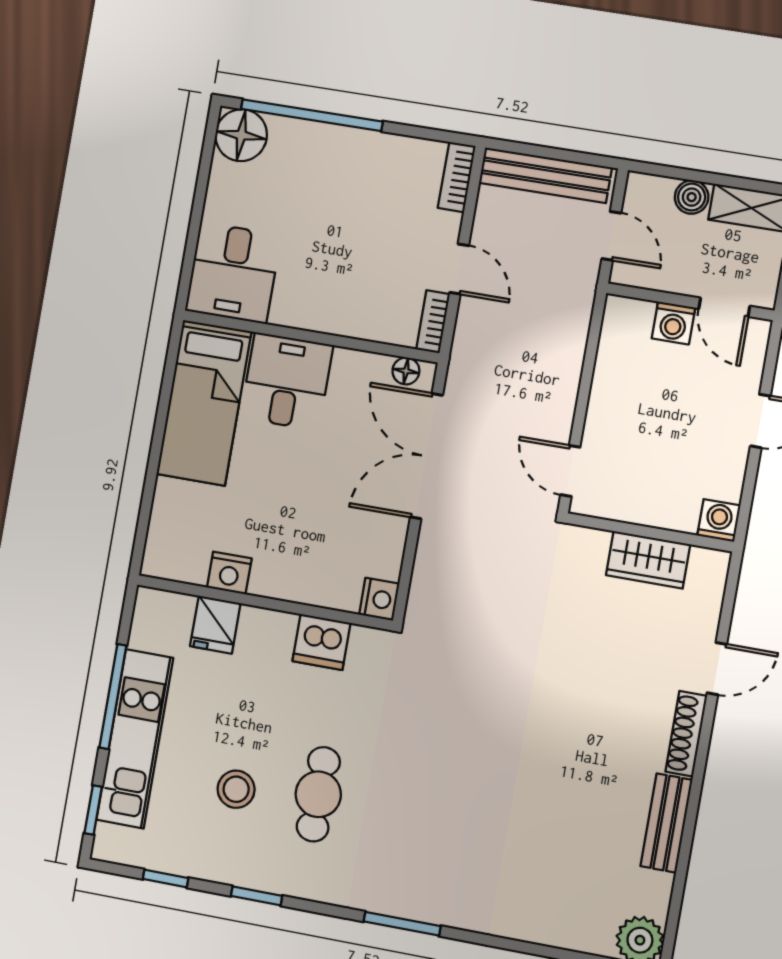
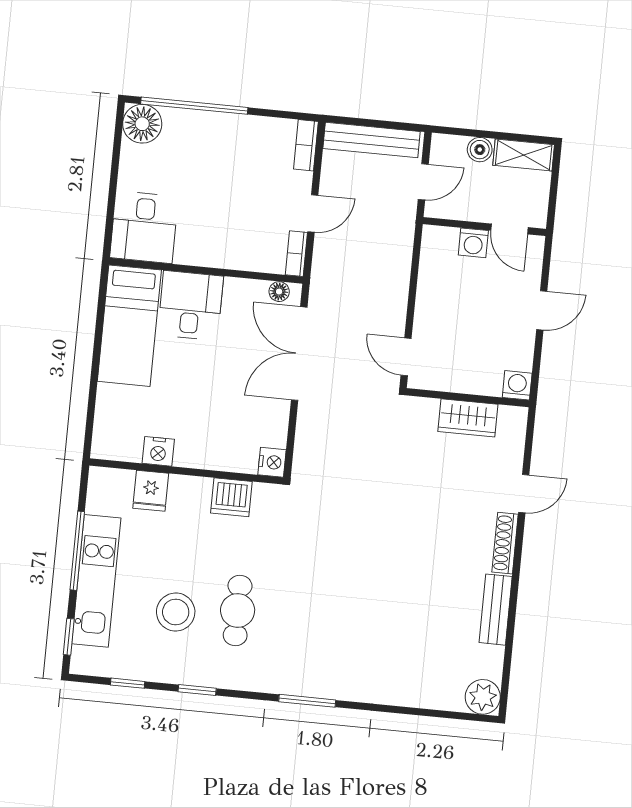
door: (611, 236) -> (423, 182), hinge flipped
door: (459, 269) -> (313, 213), hinge flipped
stool: (236, 789) -> (176, 612), width x1.38, depth x1.38

